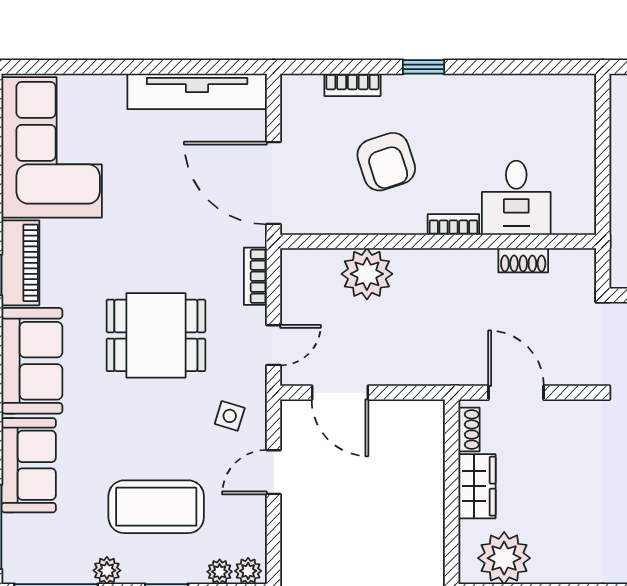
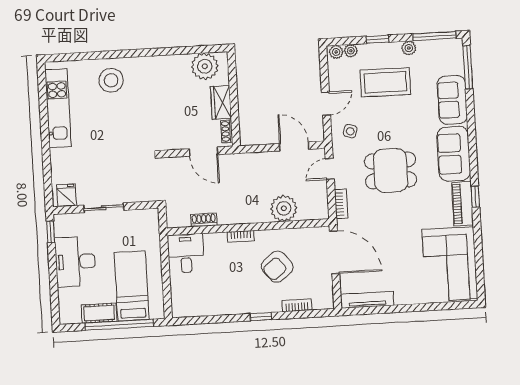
tv unit: (197, 91) -> (367, 300), width x0.73, depth x0.78
armchair: (386, 162) -> (277, 267), turned -111
desk: (516, 198) -> (186, 253), moved

